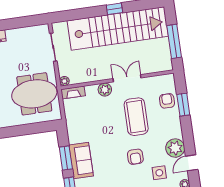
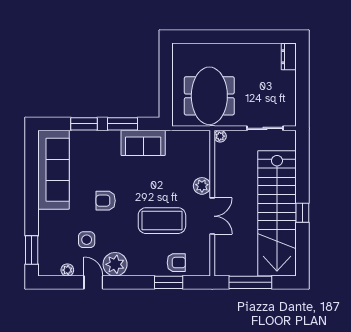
fireplace: (73, 93) -> (204, 145), removed
armchair: (135, 157) -> (106, 201), moved
sofa: (81, 161) -> (143, 143), moved

